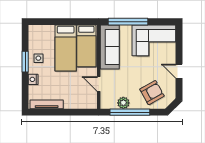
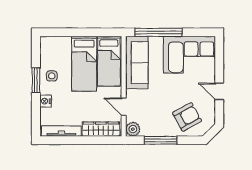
wardrobe: (80, 103) -> (101, 129), added
plant: (123, 103) -> (133, 129), moved
window: (130, 112) -> (161, 140), width x0.68

